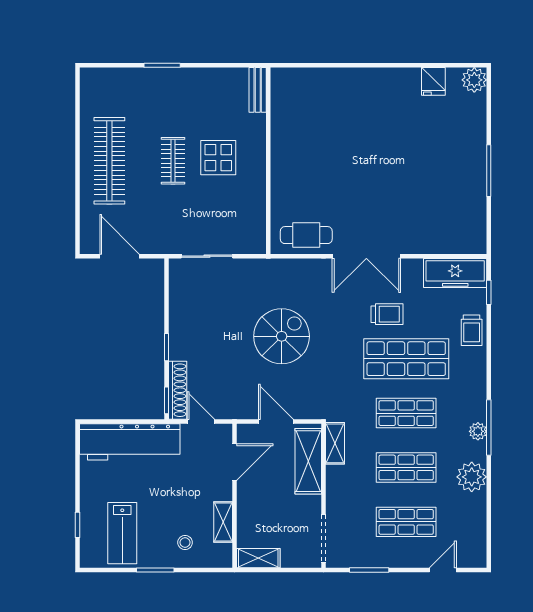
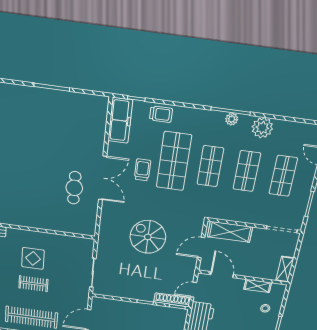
cafe table: (306, 235) -> (74, 188), moved
shelving: (335, 443) -> (222, 214), removed

